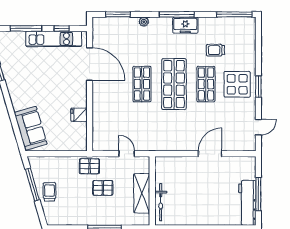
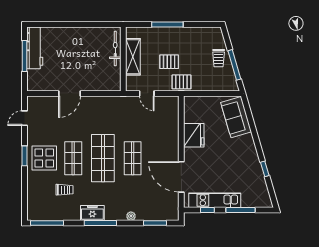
fridge: (79, 115) -> (194, 135), width x1.88, depth x1.34

